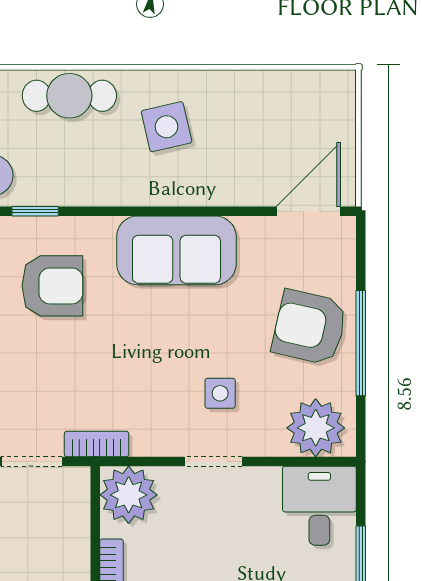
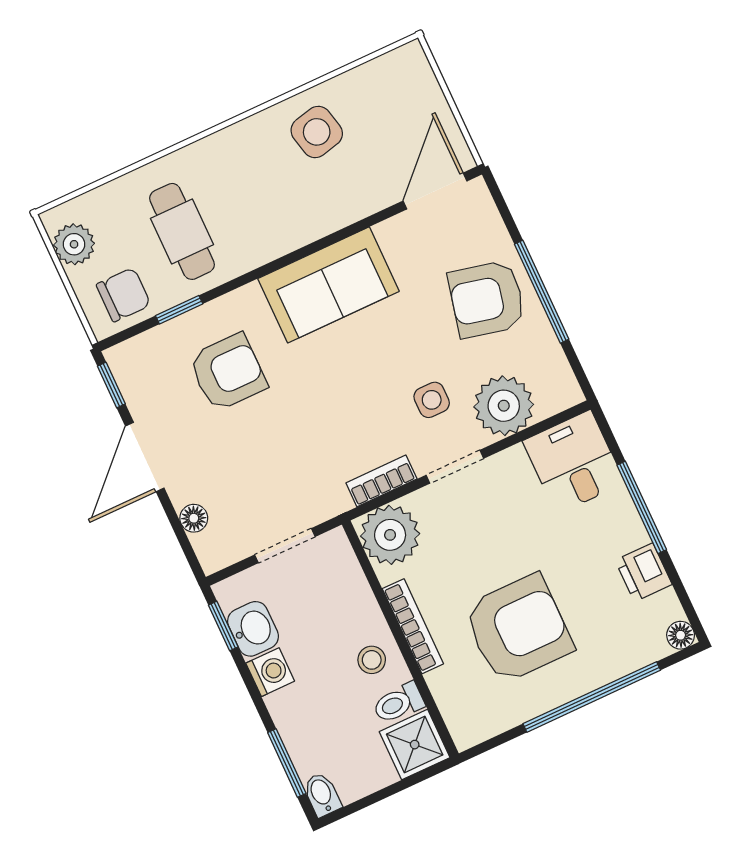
cafe table: (69, 96) -> (182, 231), moved, turned 90
side table: (167, 127) -> (317, 132), moved
plant: (316, 428) -> (504, 406), moved
bookcase: (96, 444) -> (381, 481), moved

